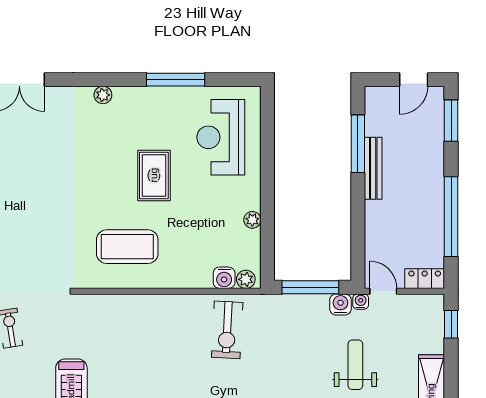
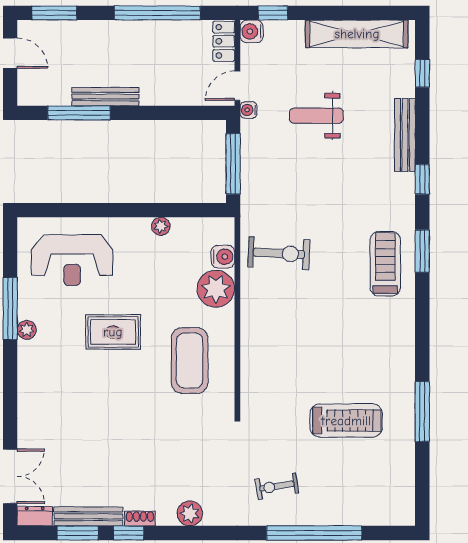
plant: (103, 95) -> (27, 330), moved
plant: (246, 279) -> (216, 289), moved, width x1.87, depth x1.87
water cooler: (340, 304) -> (252, 31), moved

